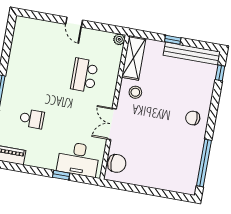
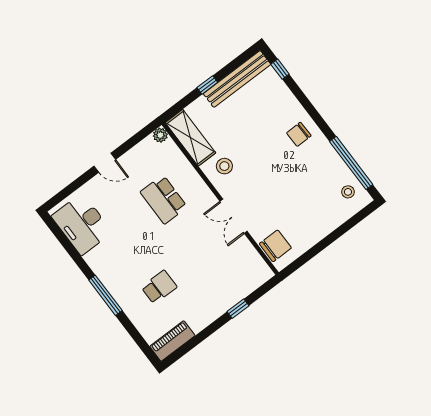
desk: (78, 159) -> (82, 224), moved, turned 90
stool: (186, 176) -> (348, 192), added

